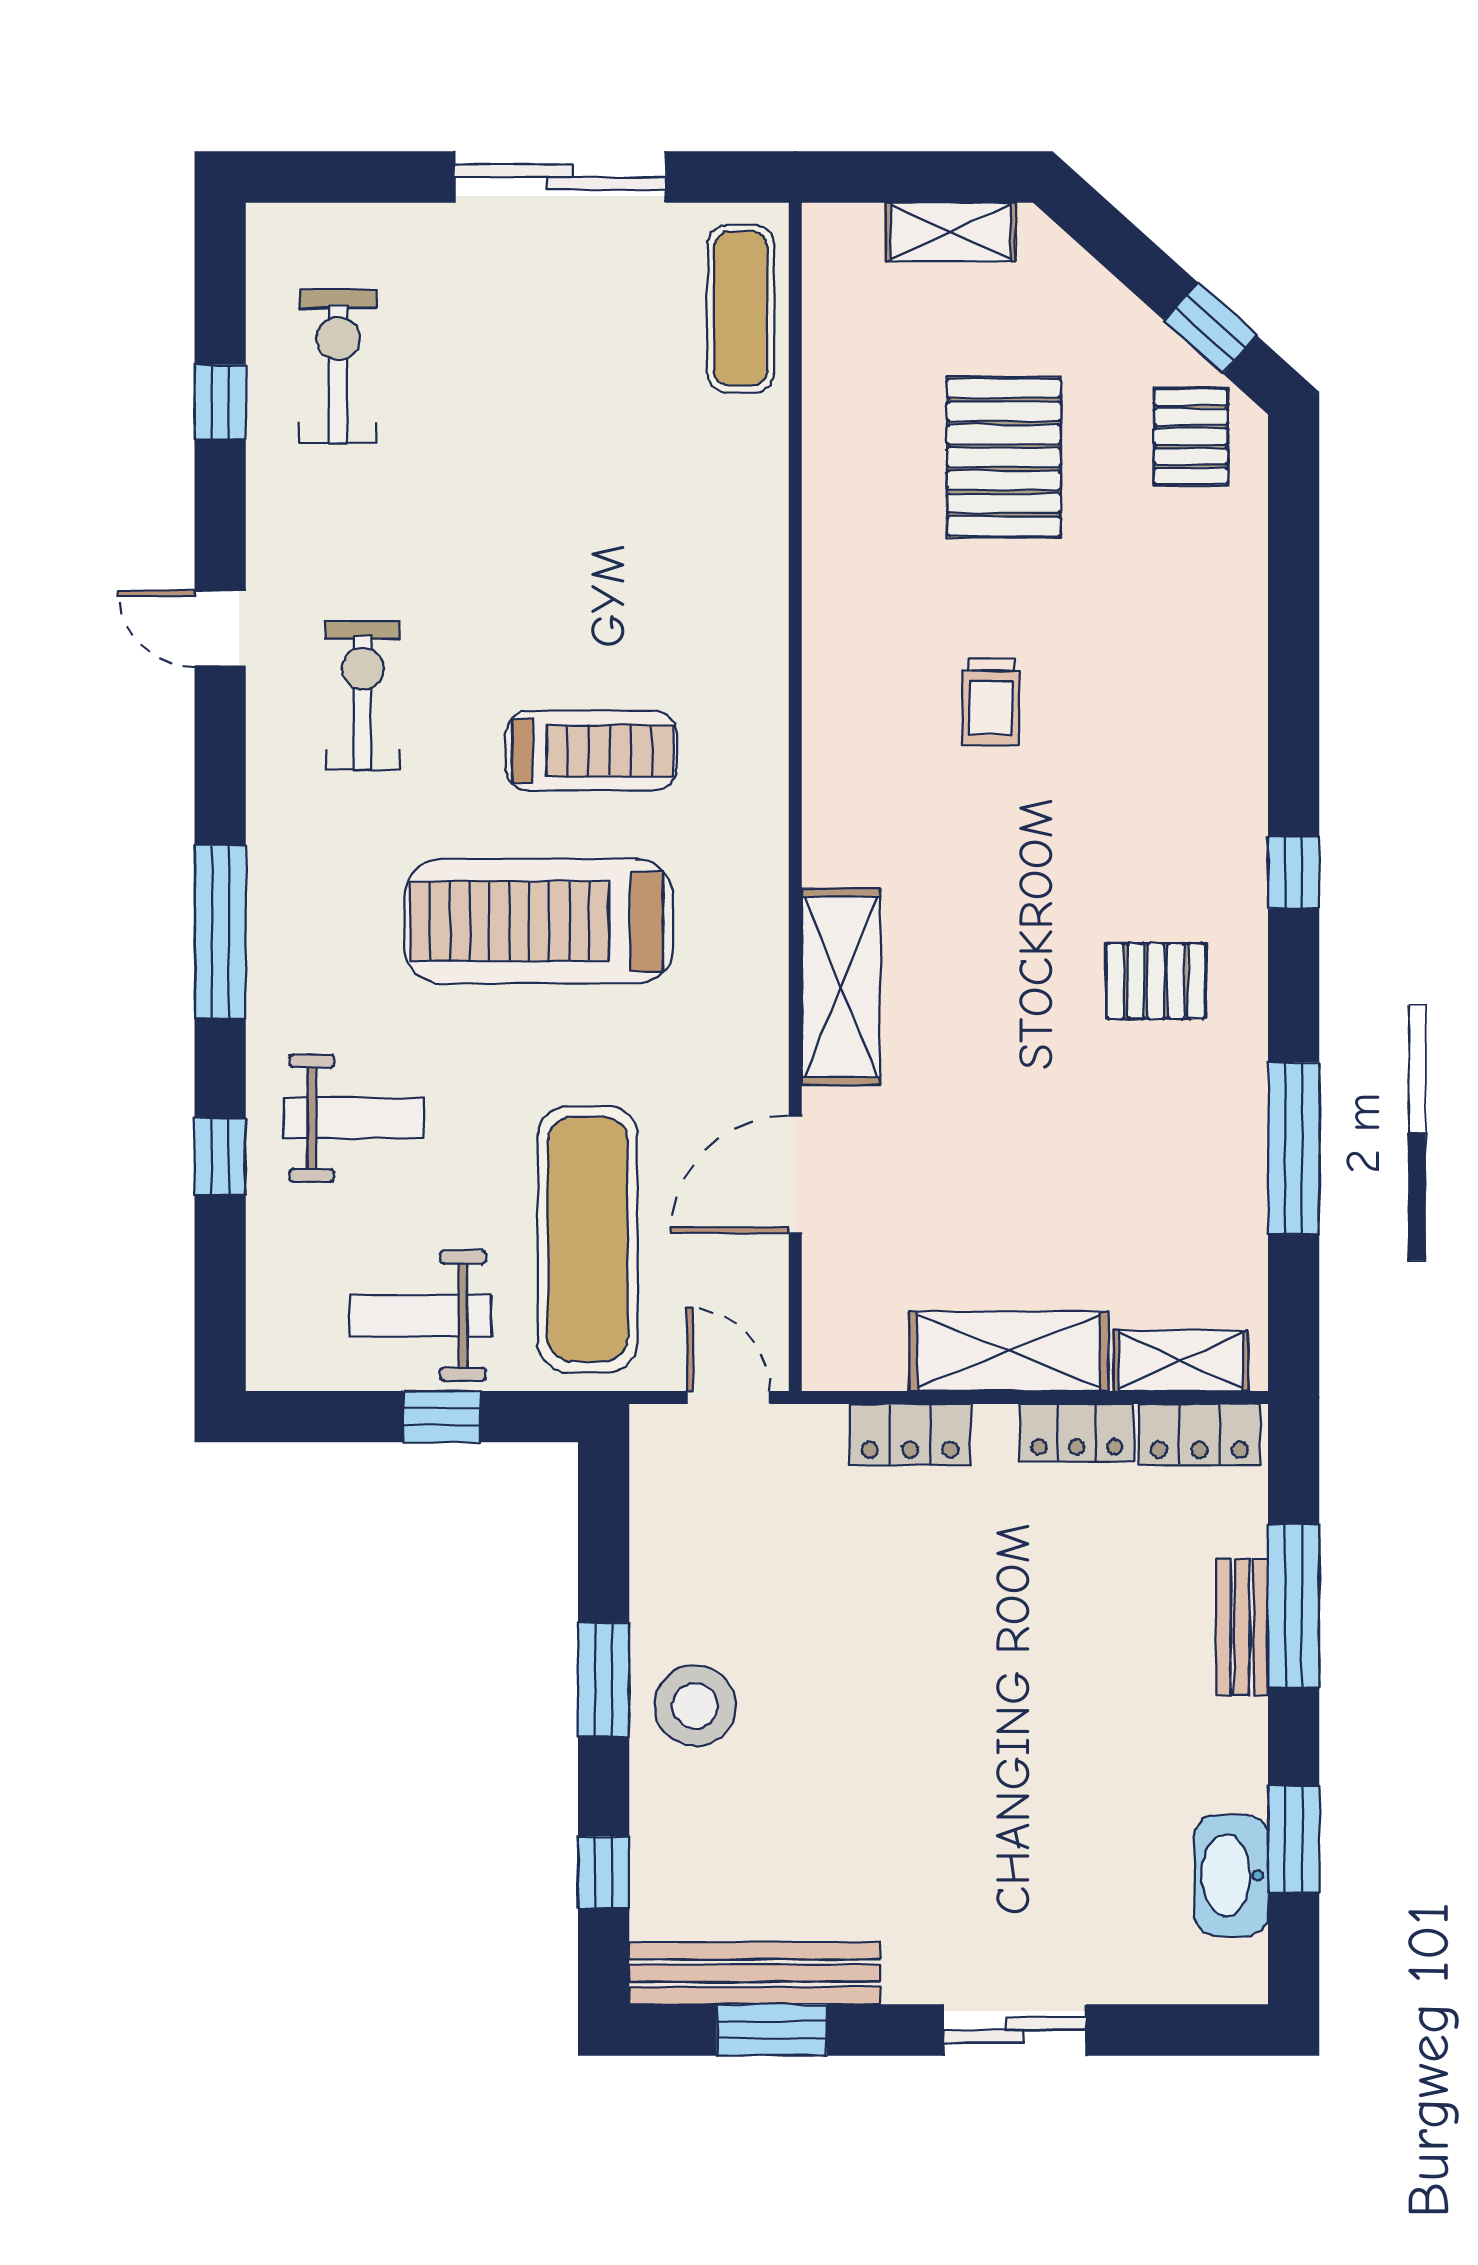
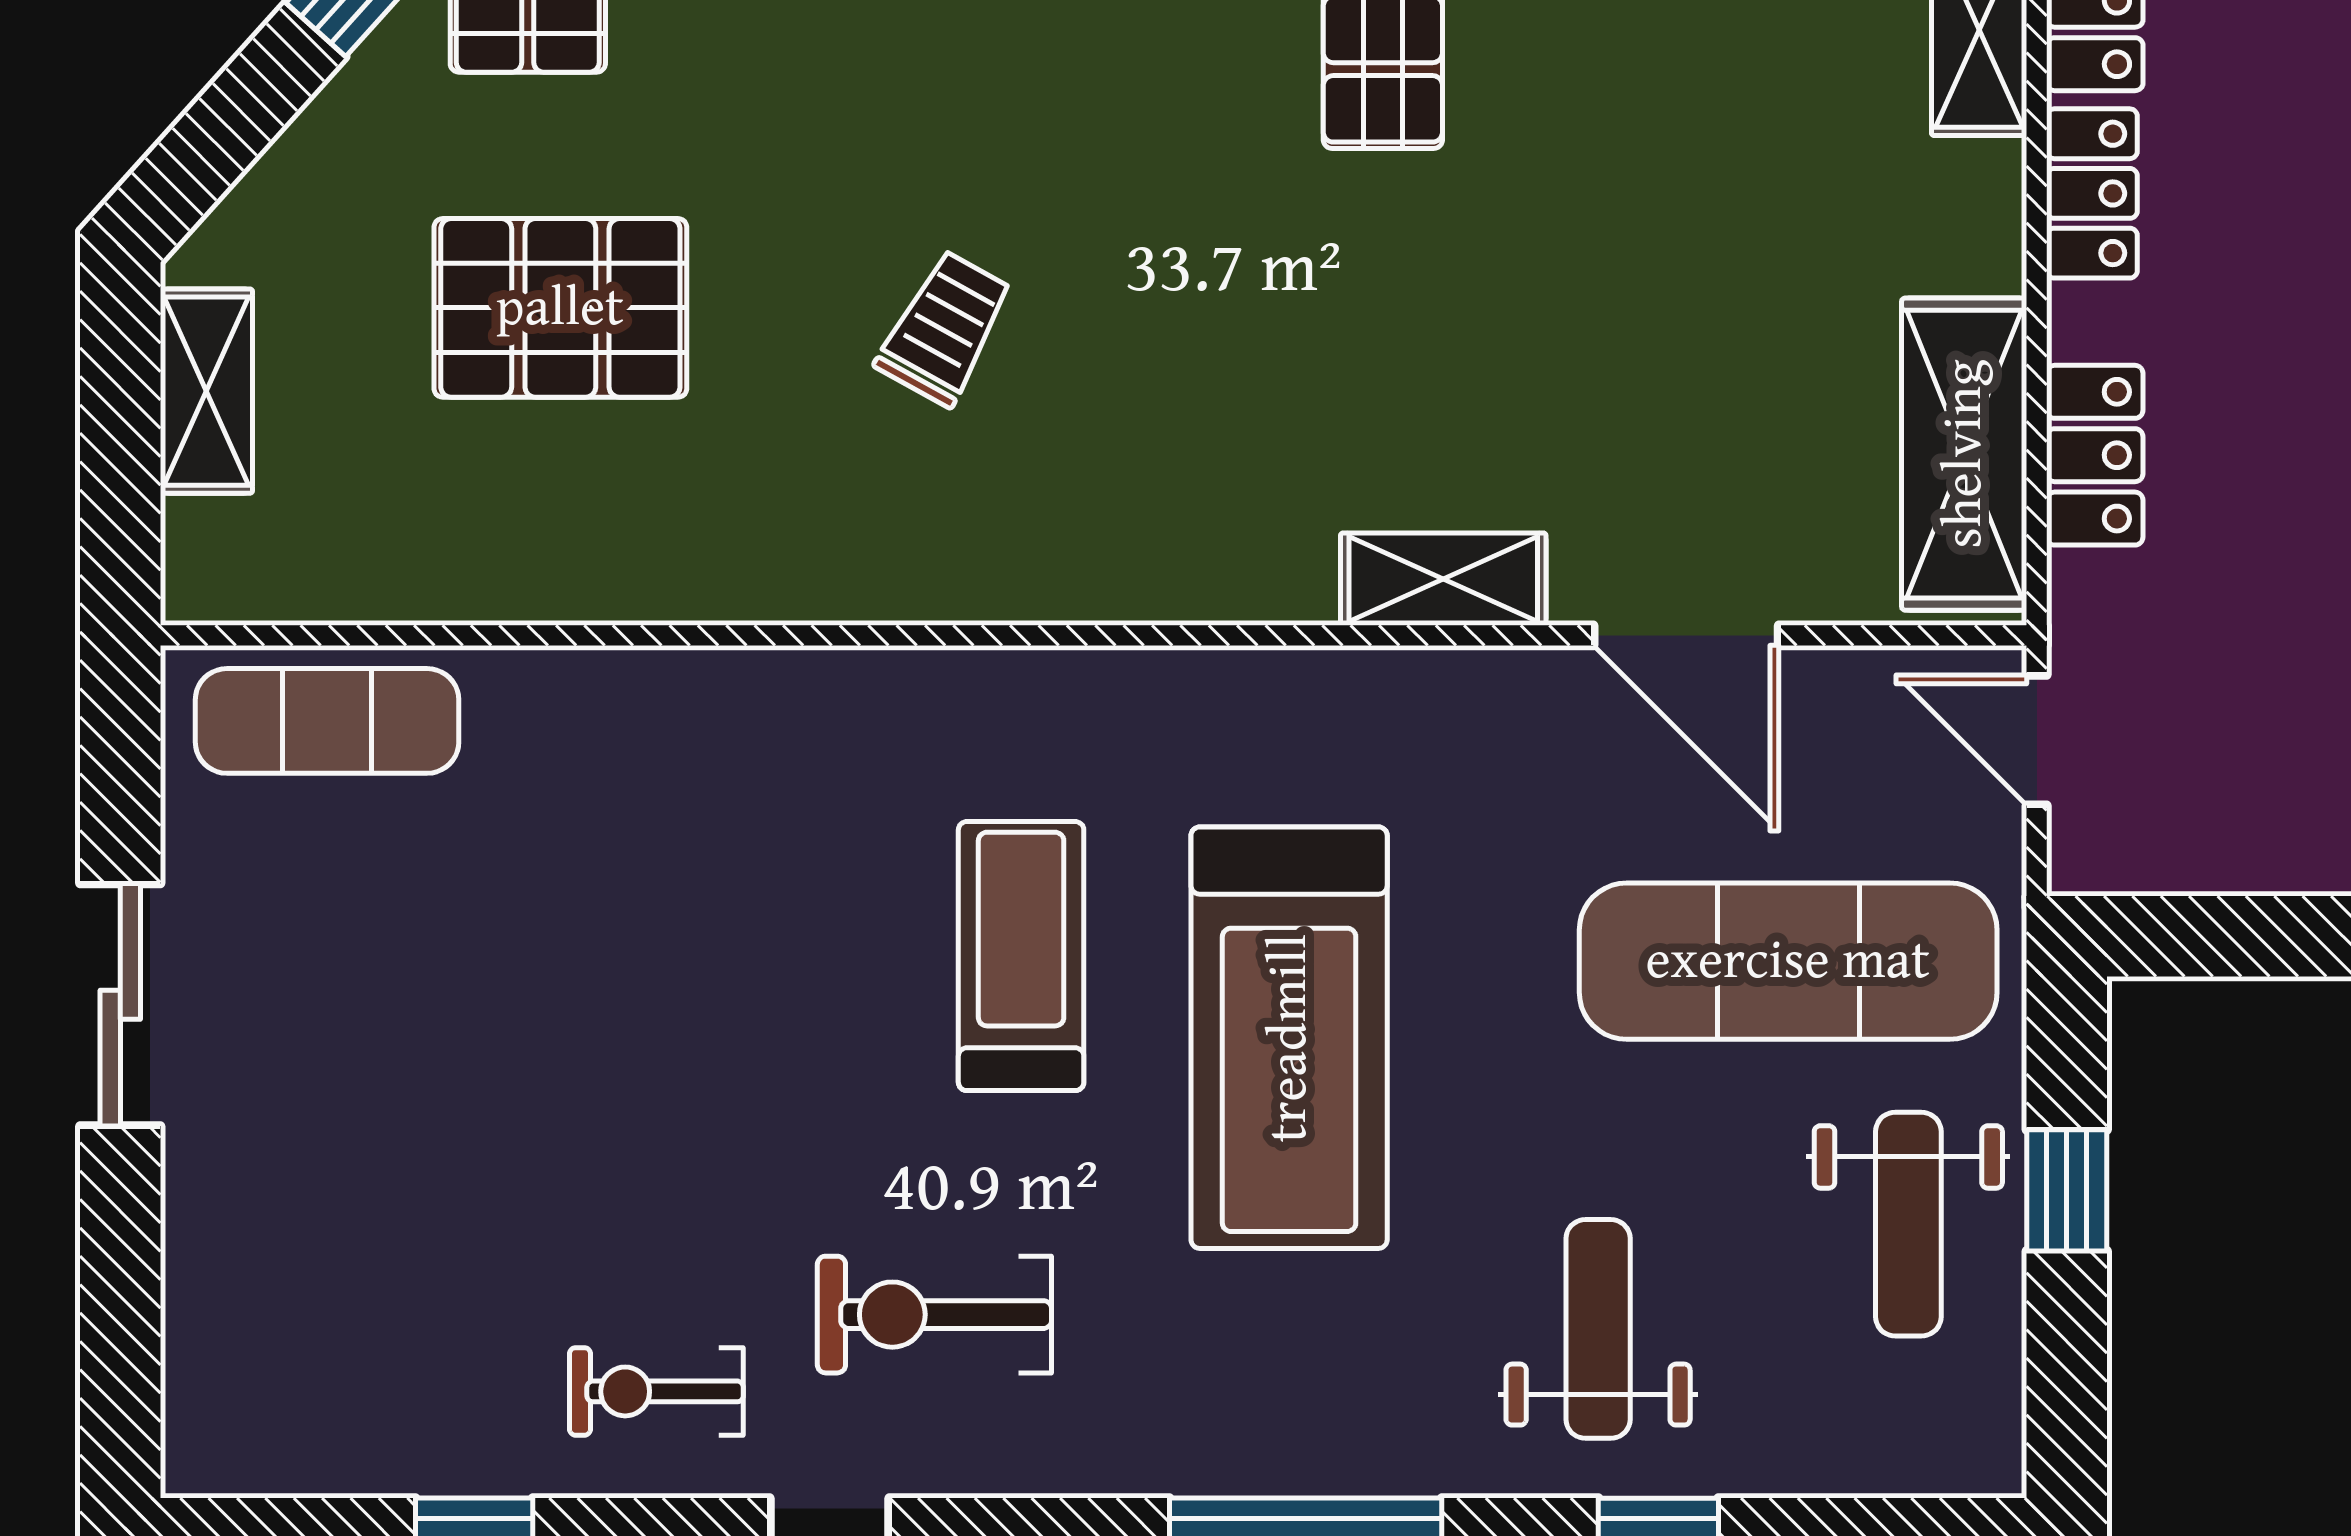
sliding door: (560, 177) -> (120, 1005), width x0.73
exercise bike: (338, 366) -> (656, 1391), moved, width x0.73, depth x0.72
trolley: (991, 702) -> (945, 328), turned -62
shelving: (841, 987) -> (1443, 579), width x0.67, depth x0.75
shelving: (1009, 1351) -> (1964, 454), moved
door: (728, 1397) -> (2037, 740), hinge flipped

